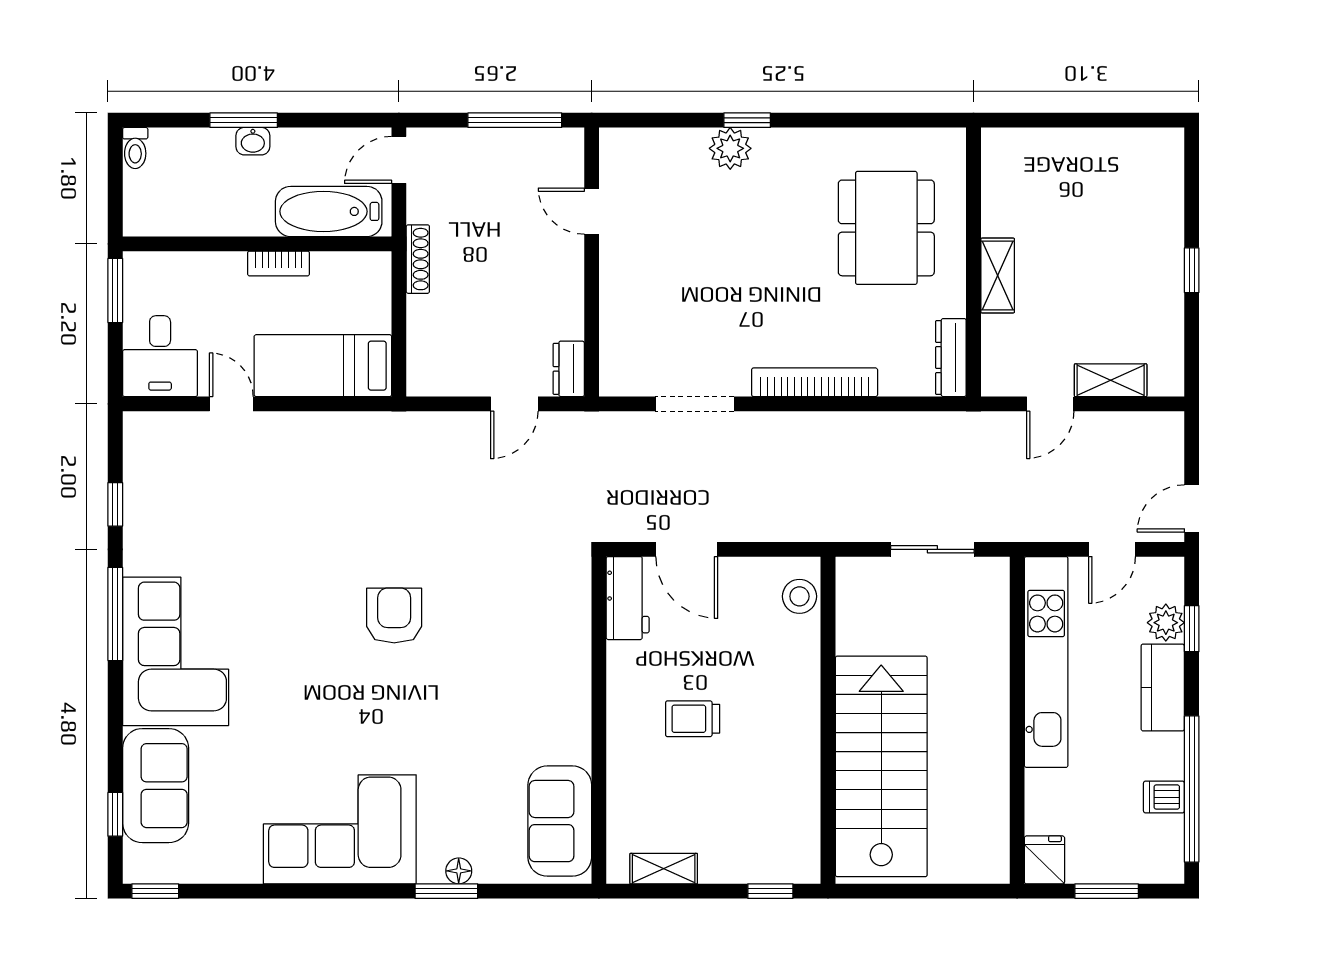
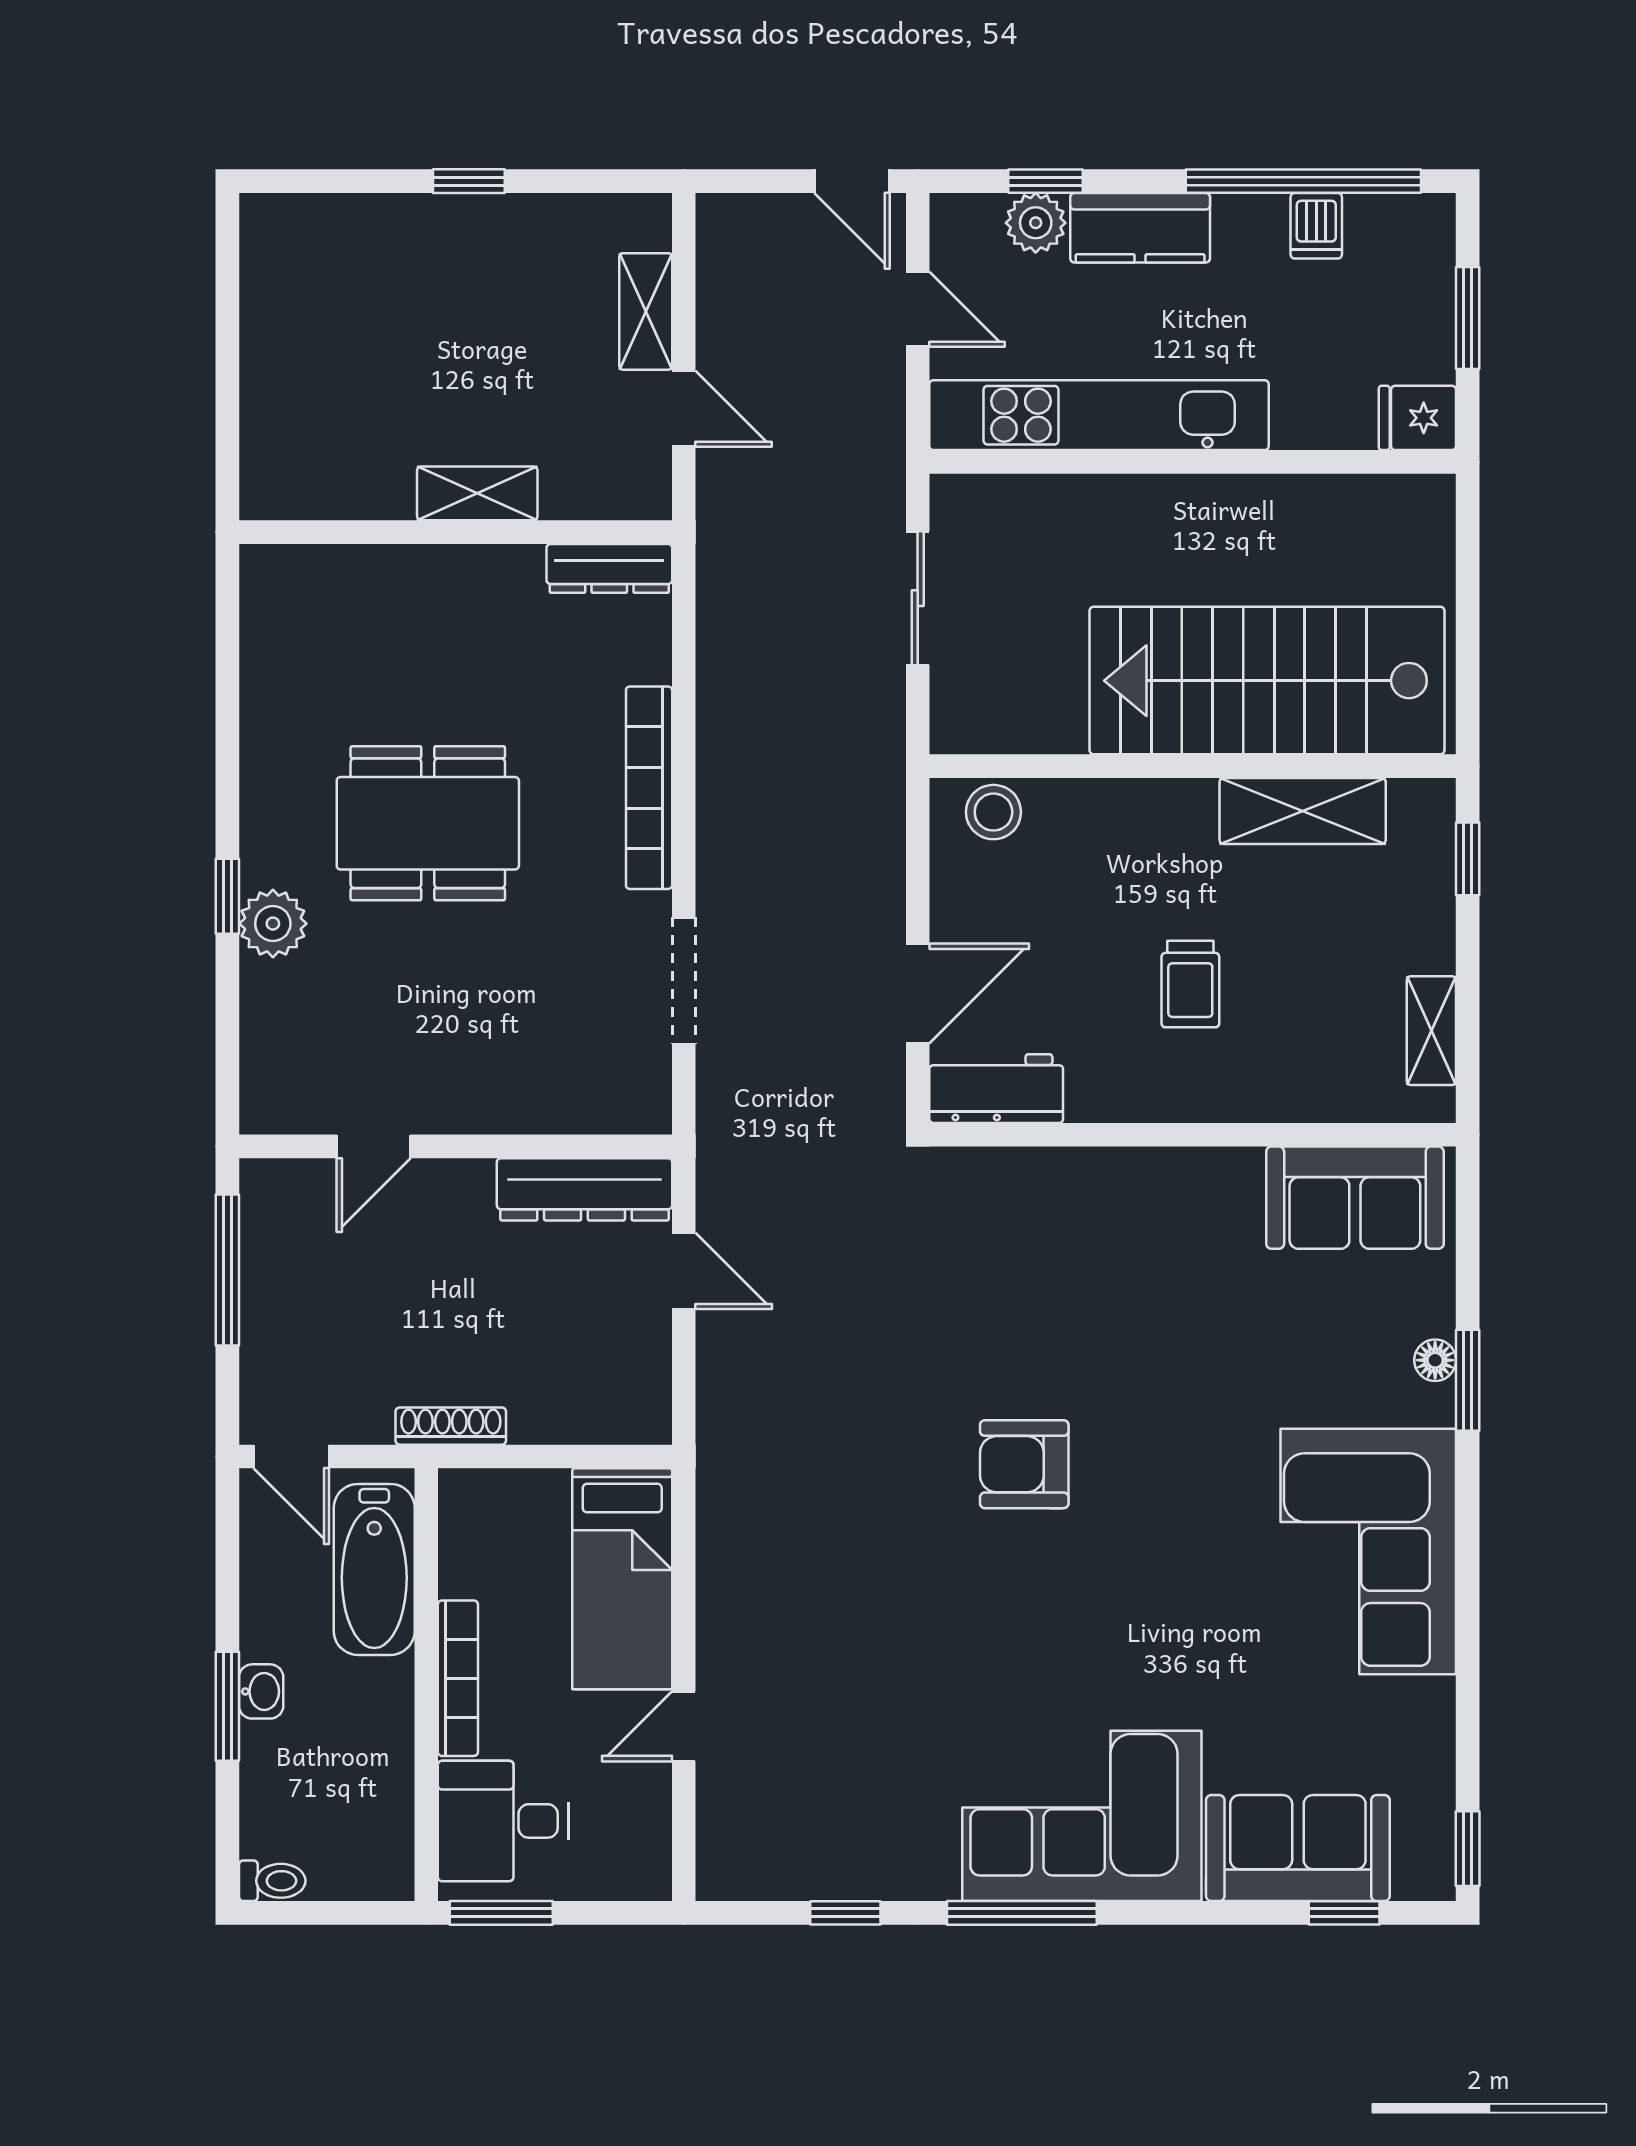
dining table: (886, 228) -> (428, 823), moved
bookcase: (279, 263) -> (458, 1678), width x1.56
desk: (160, 356) -> (503, 1821), moved, turned 180
dresser: (569, 369) -> (584, 1189), width x1.96, depth x1.24
shelving: (800, 789) -> (1303, 811), added

